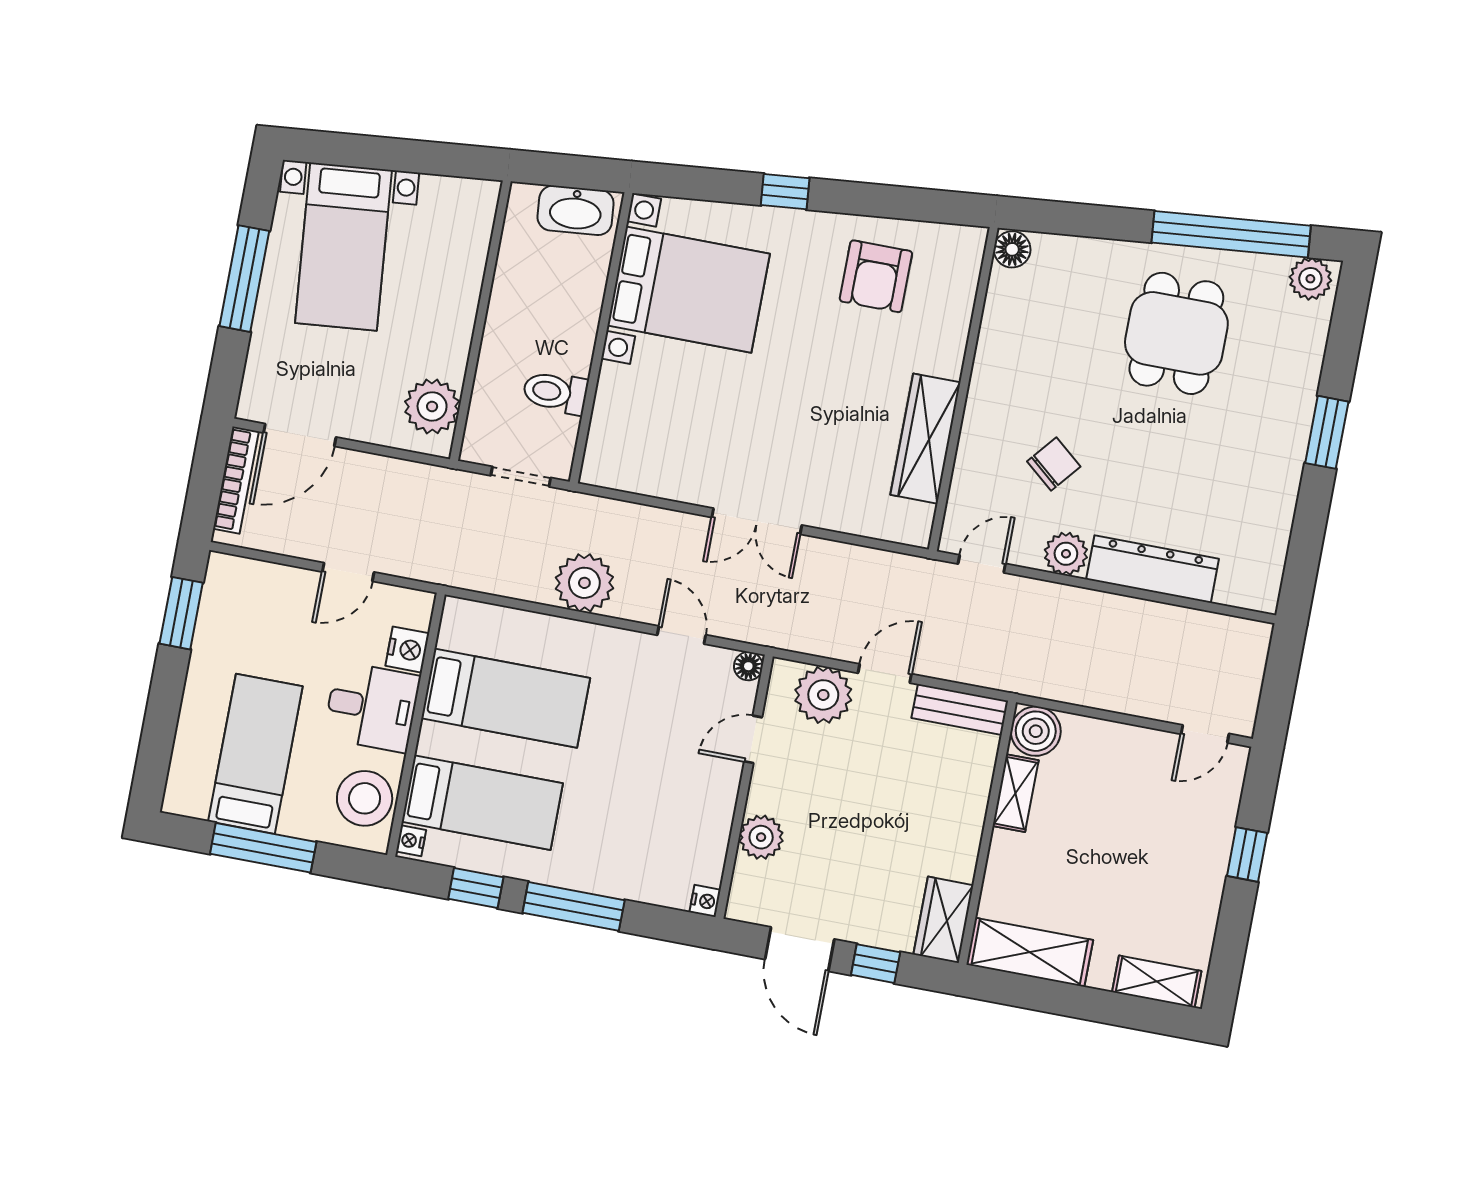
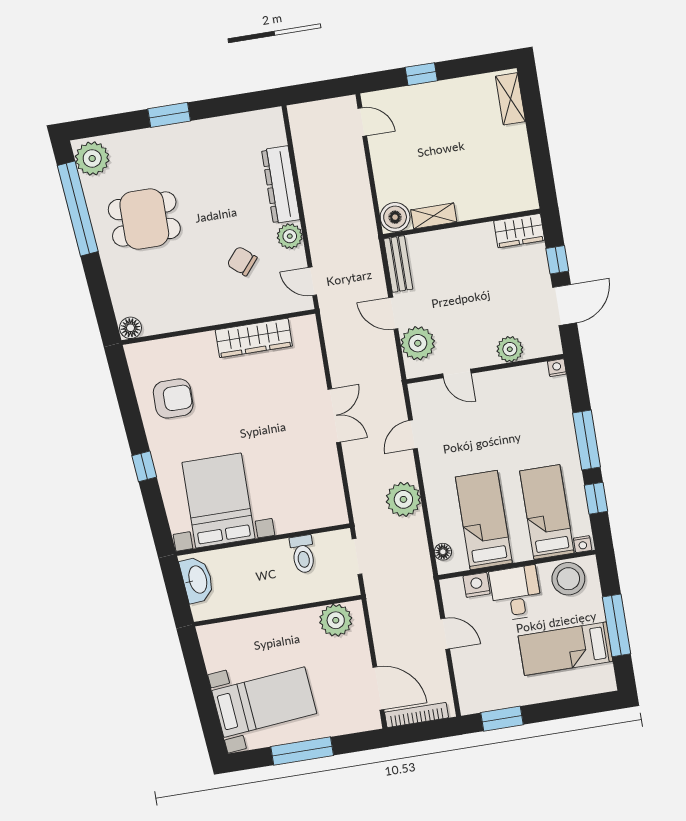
plant: (1310, 279) -> (92, 158), width x1.36, depth x1.36
floor lamp: (748, 666) -> (443, 552), moved
shelving: (1030, 952) -> (520, 176), removed

